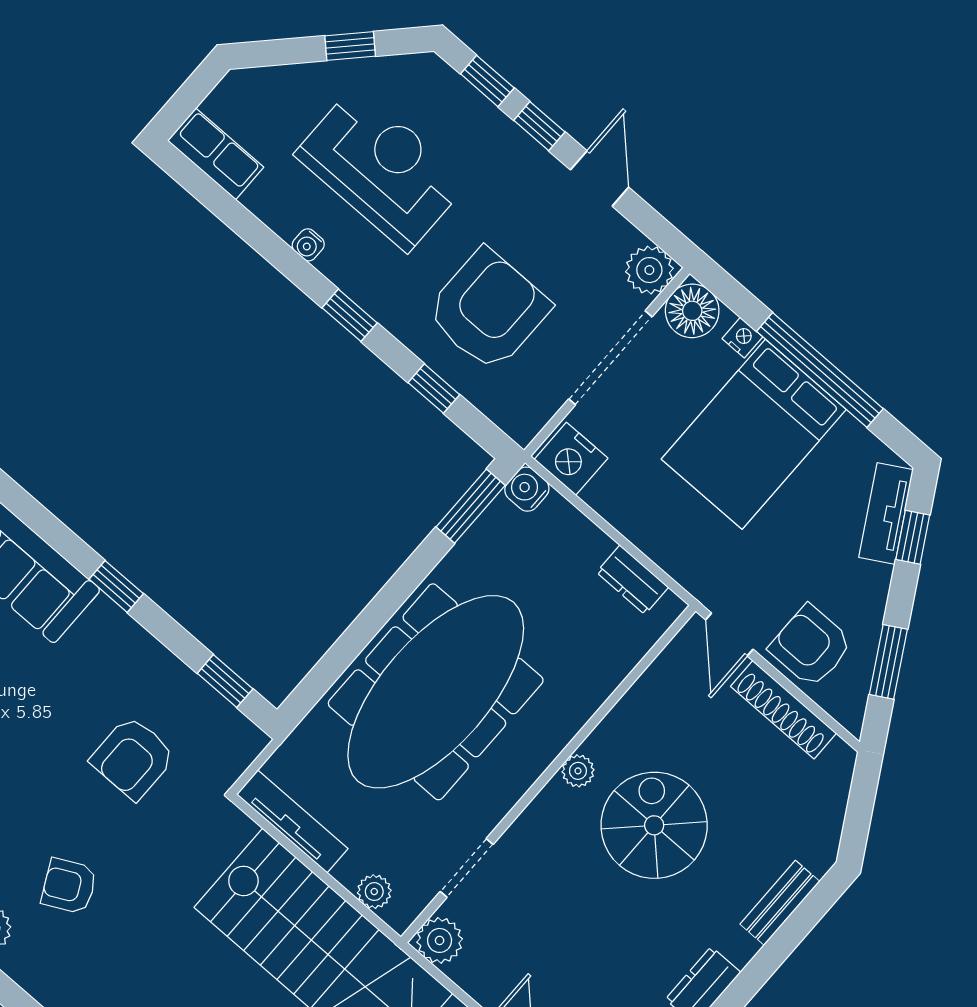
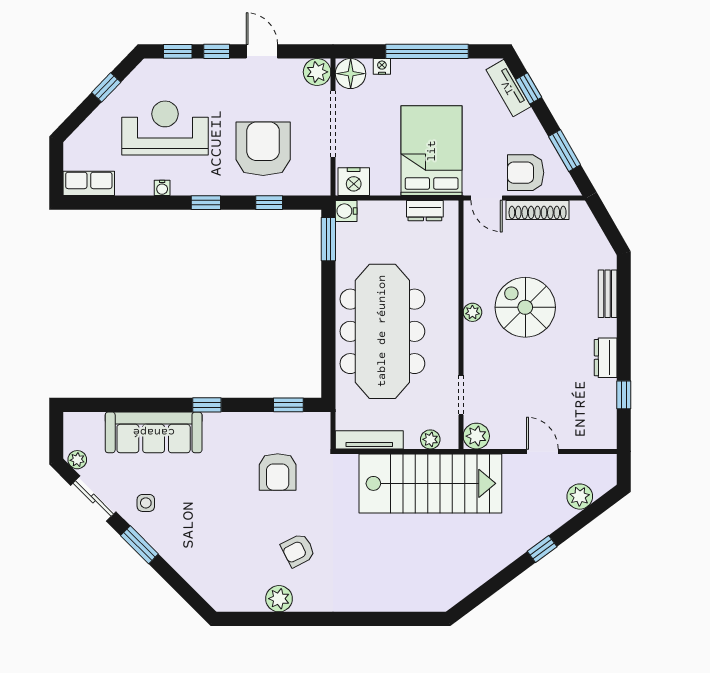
bed: (754, 434) -> (432, 151), moved, turned 180

